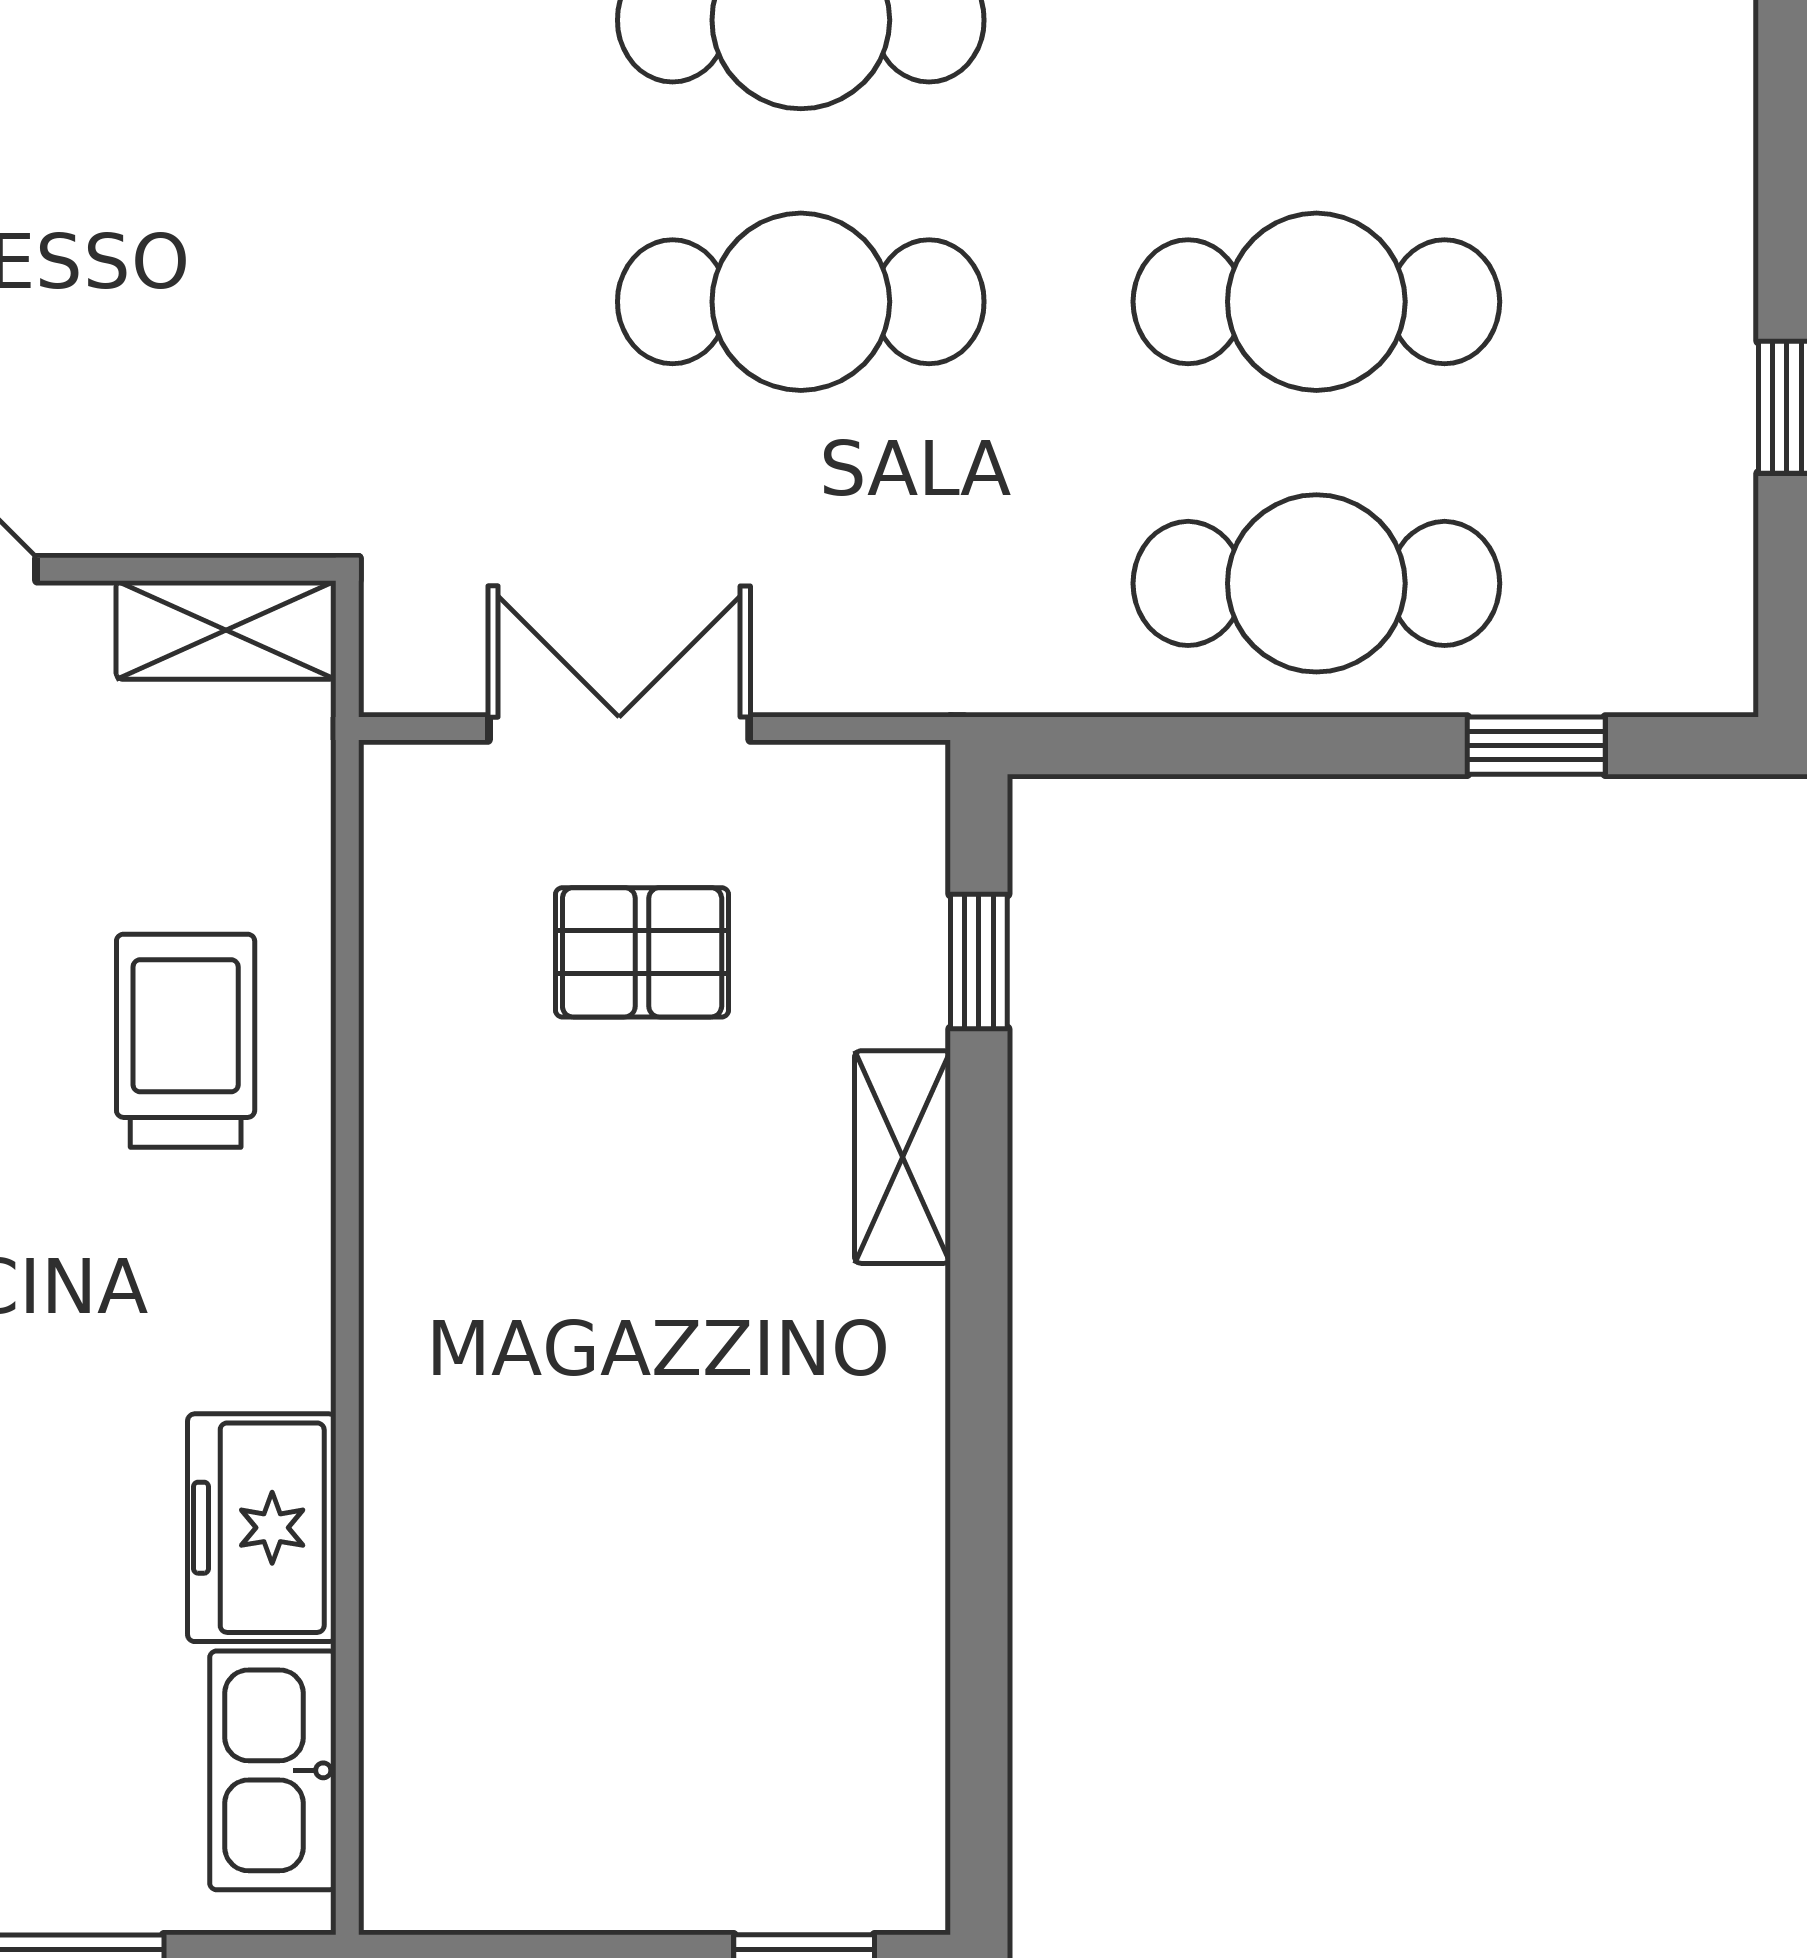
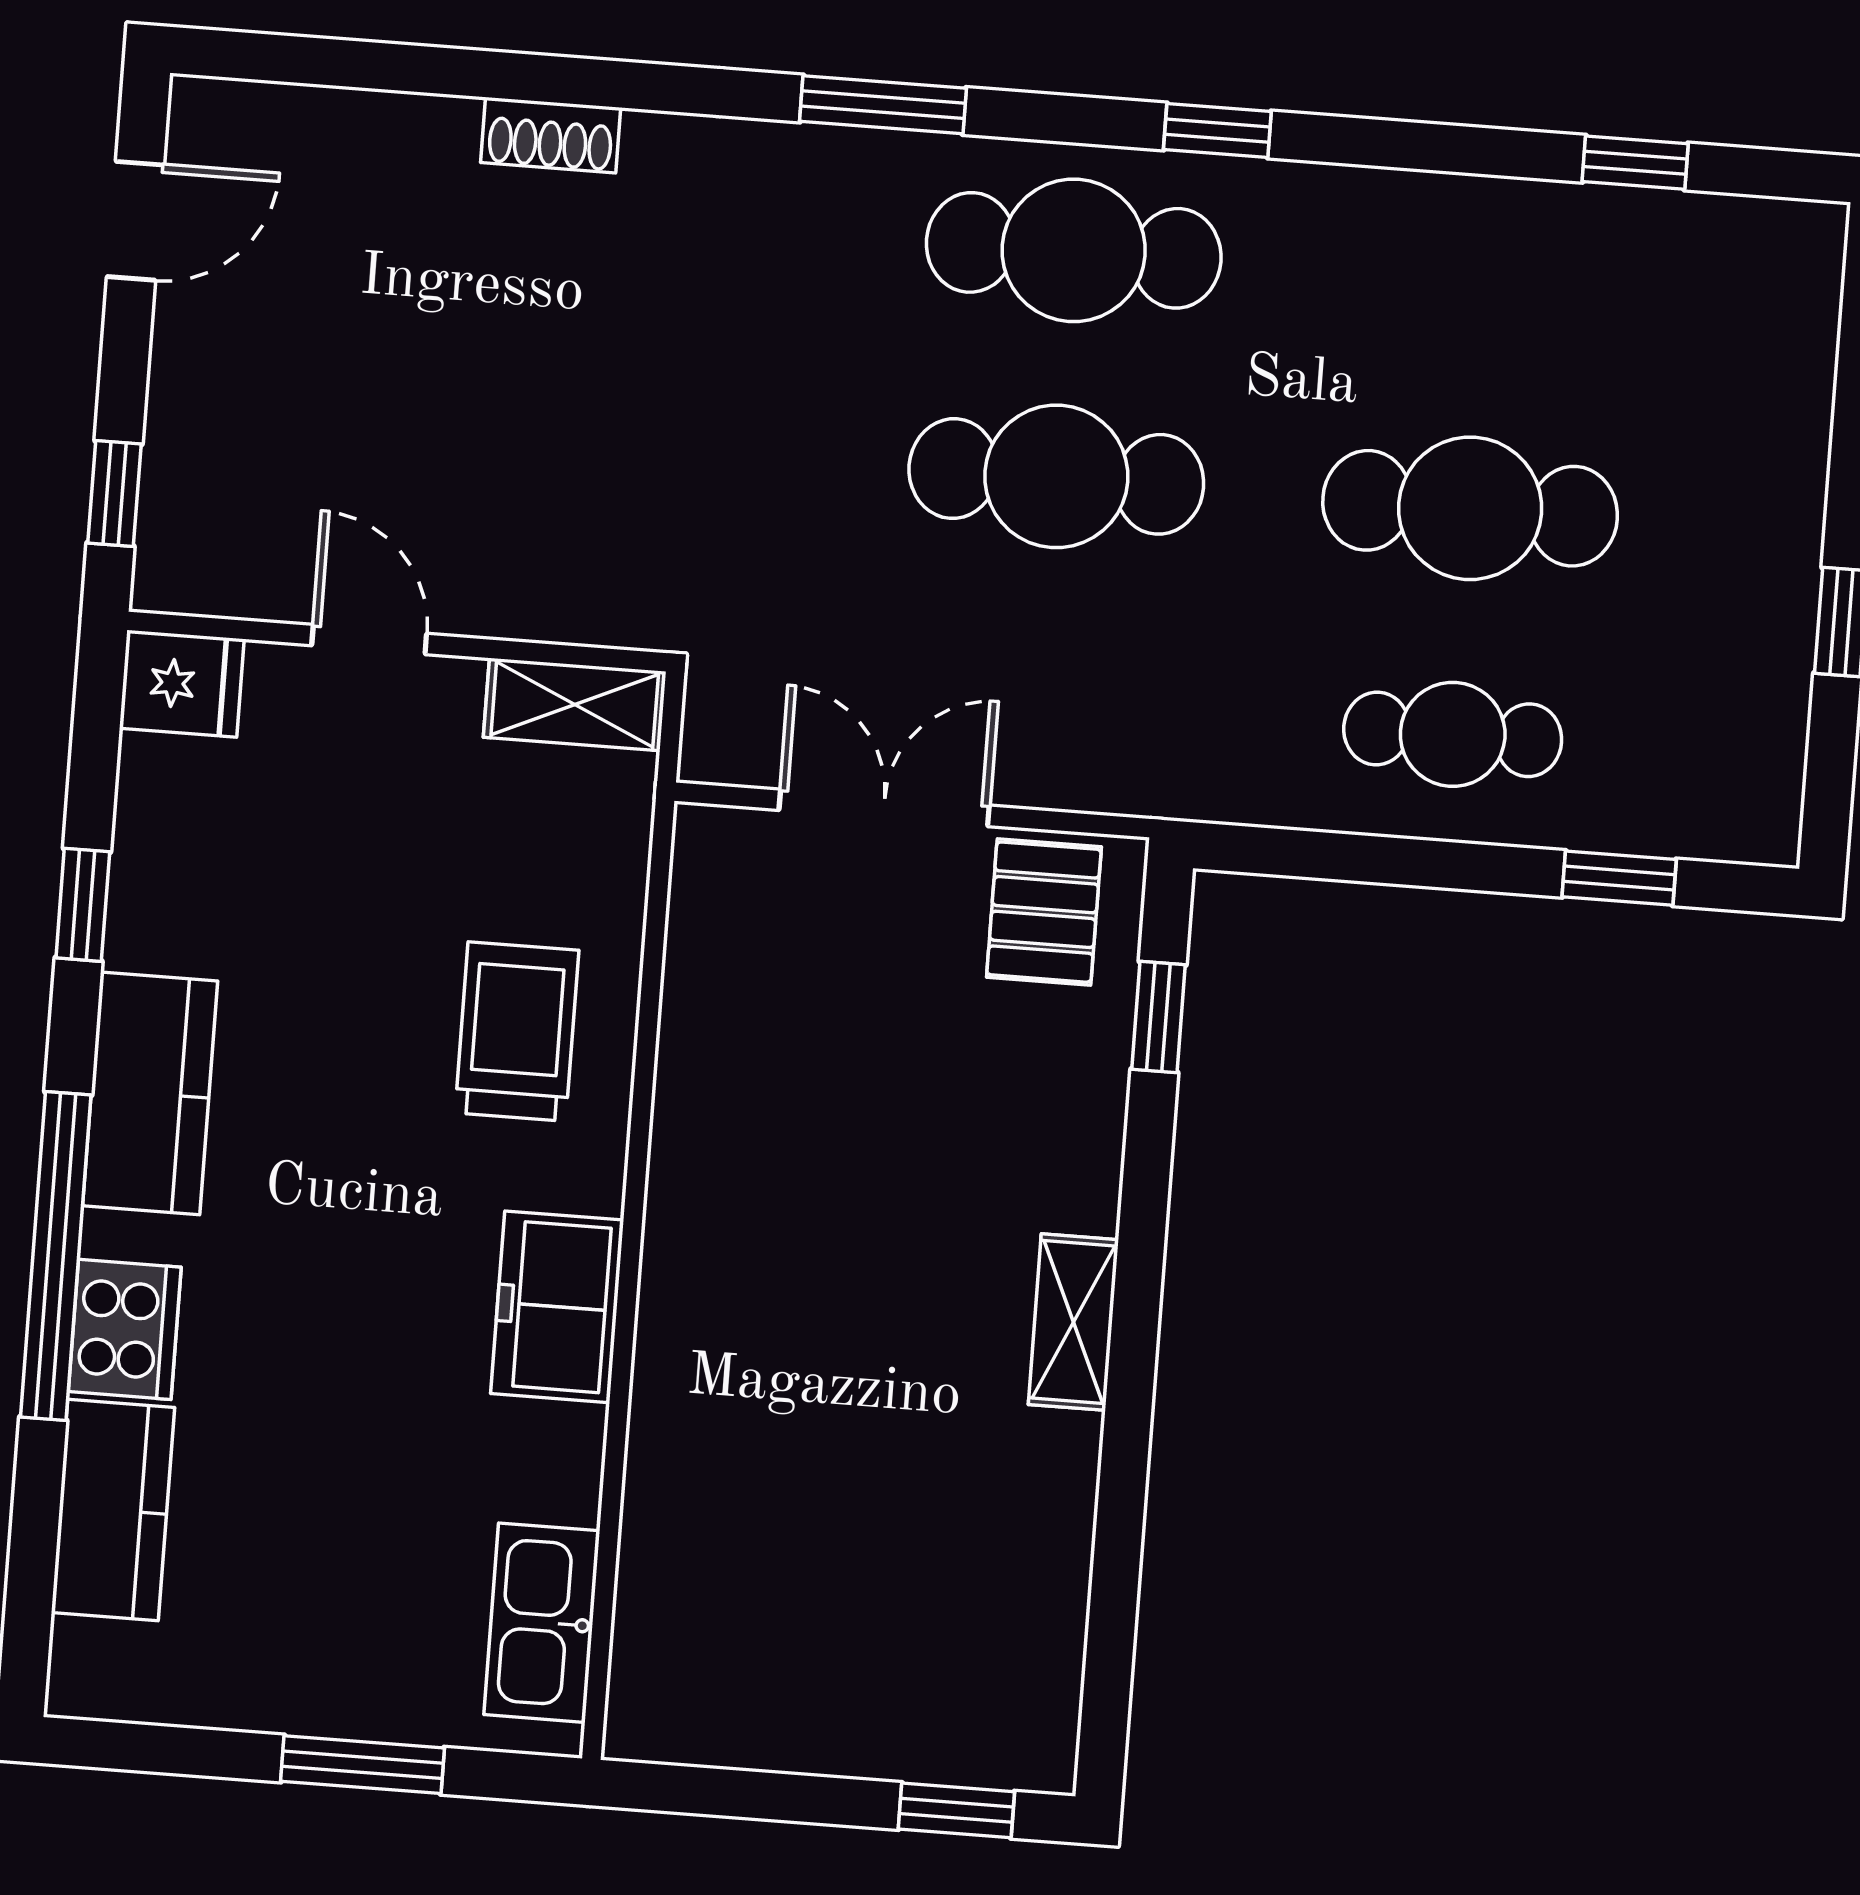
cafe table: (1316, 583) -> (1453, 734), width x0.73, depth x0.74
pallet: (642, 952) -> (1044, 912), moved, turned 90
shelving: (903, 1157) -> (1073, 1322), moved
freezer: (262, 1528) -> (557, 1307), moved

